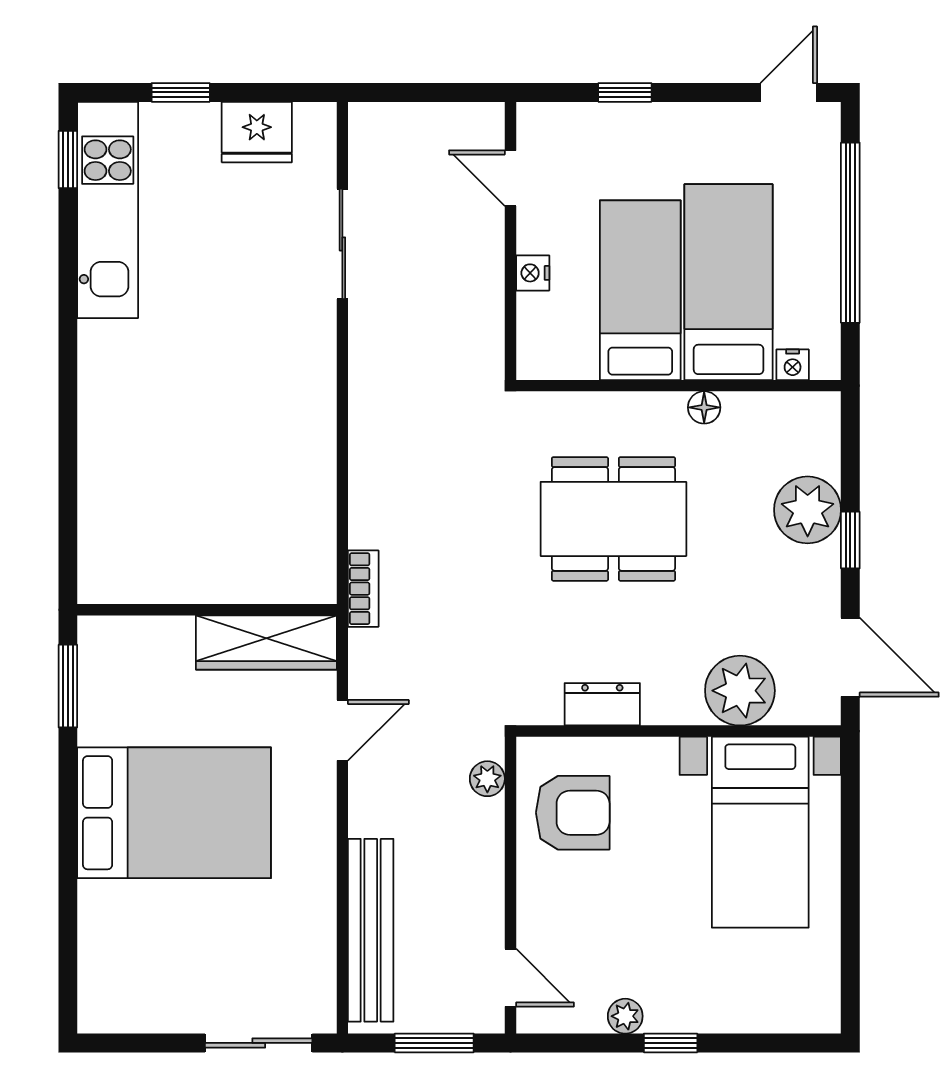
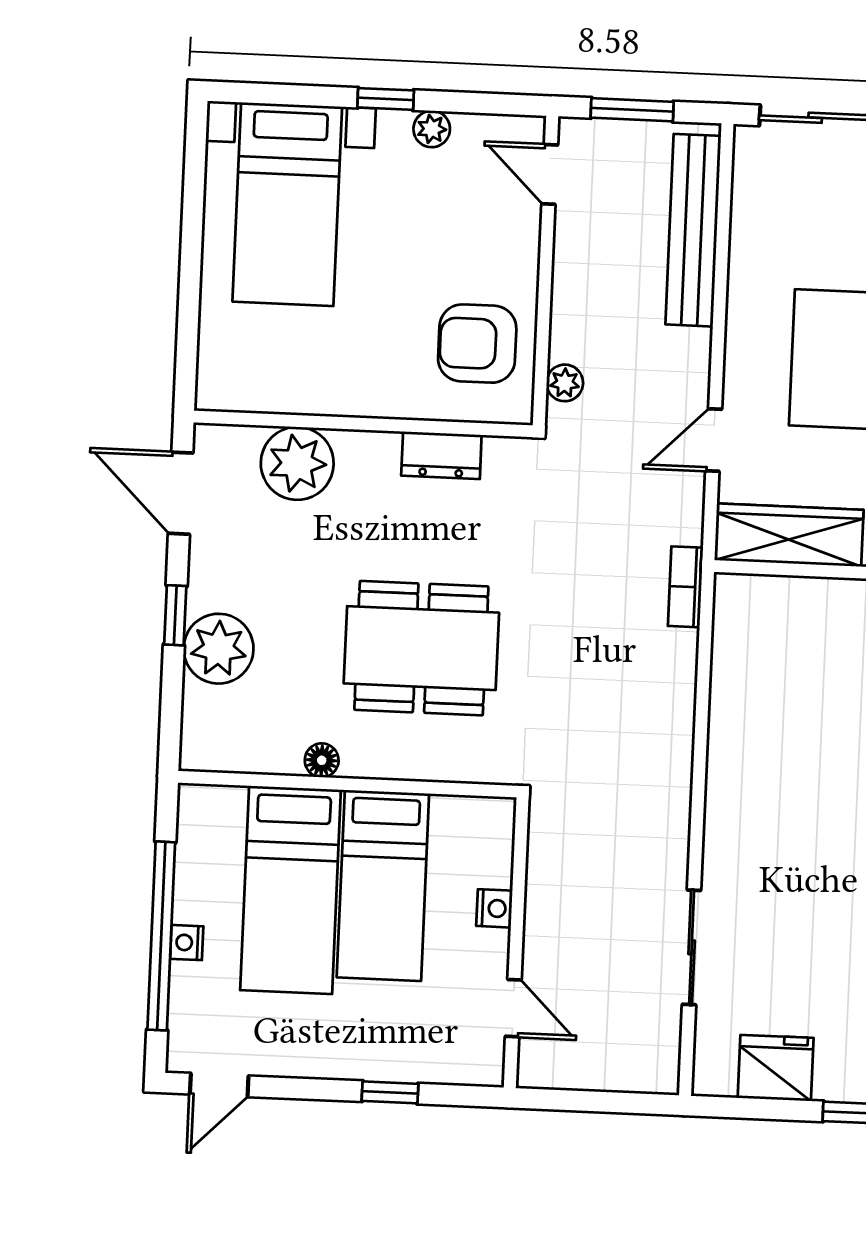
nightstand: (793, 365) -> (187, 943), moved, turned -90
bed with nightstands: (760, 832) -> (287, 204), moved, turned 180

